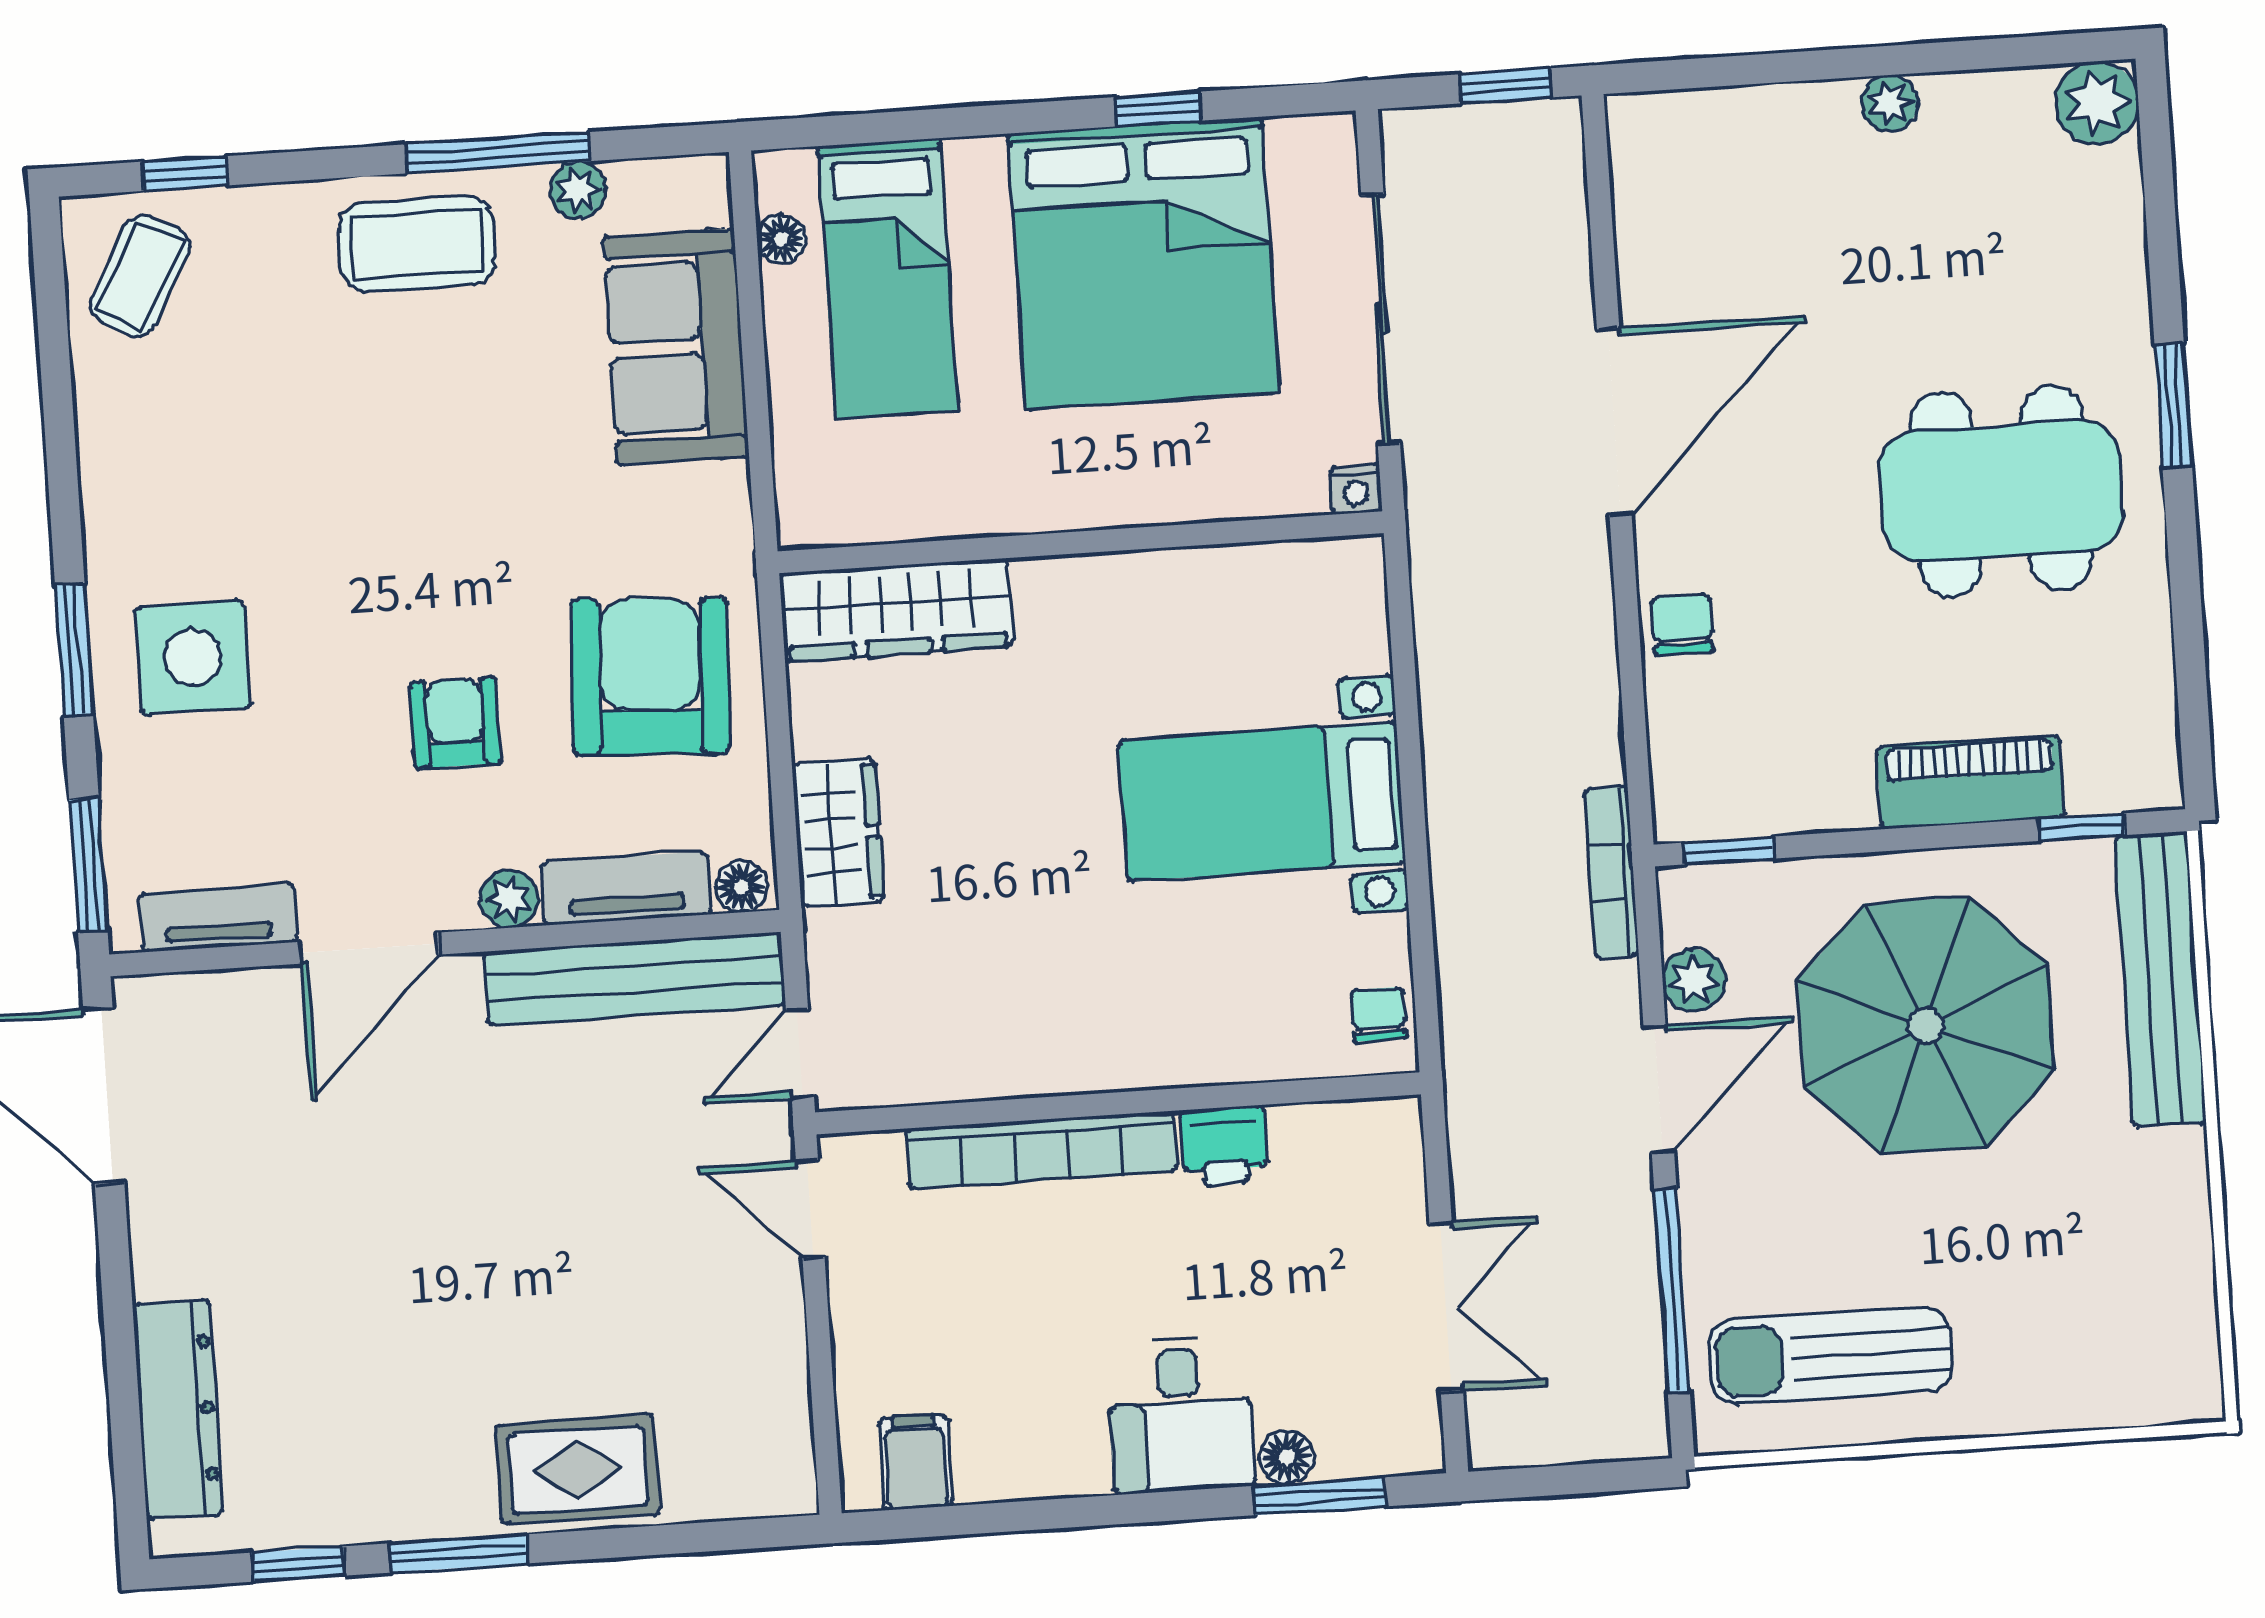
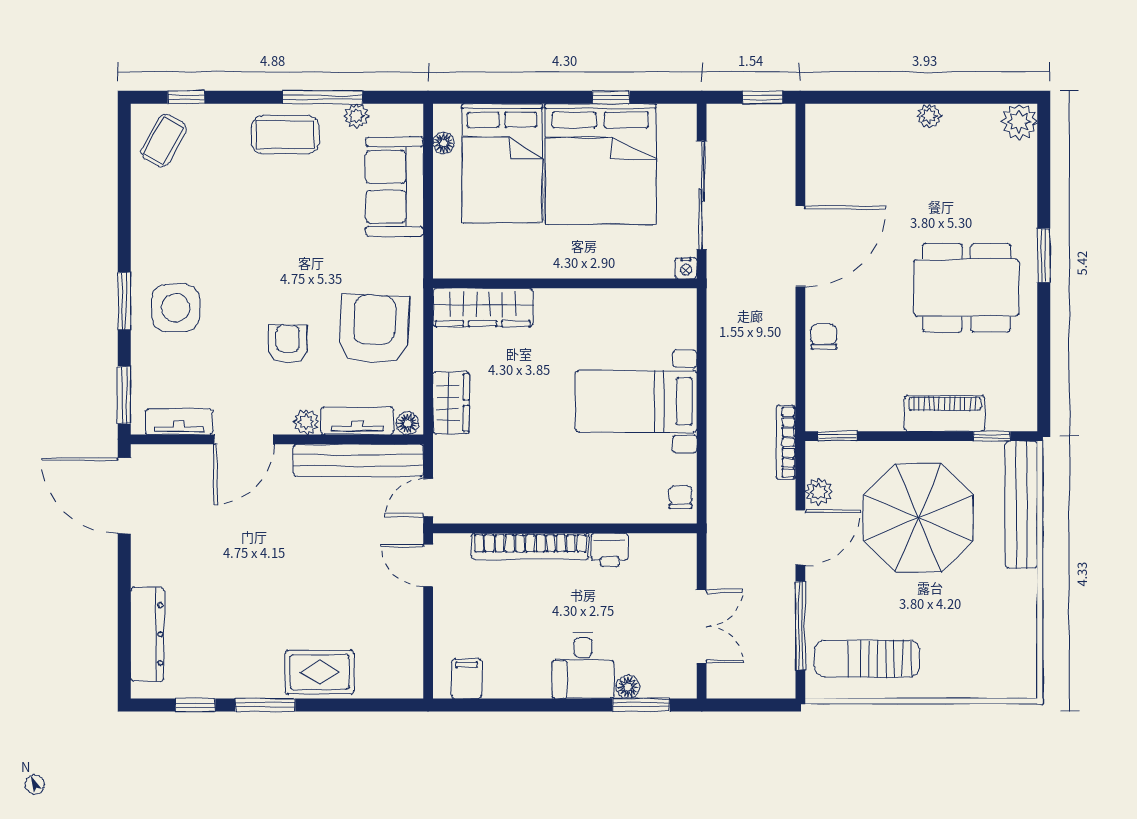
bed: (888, 278) -> (502, 163), width x1.50

